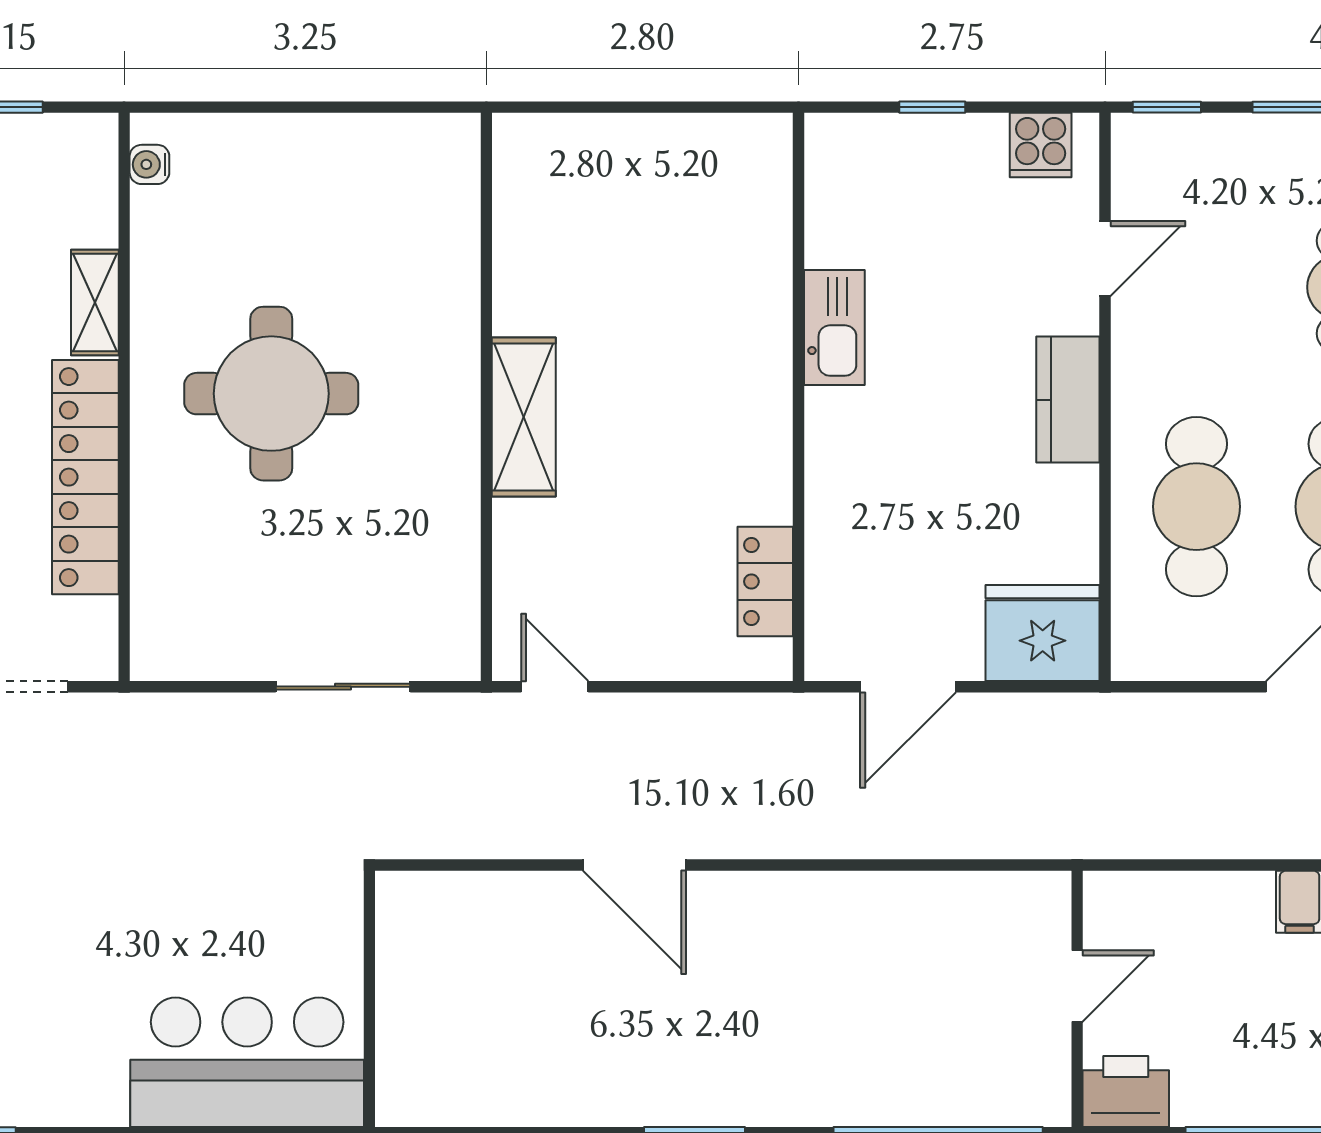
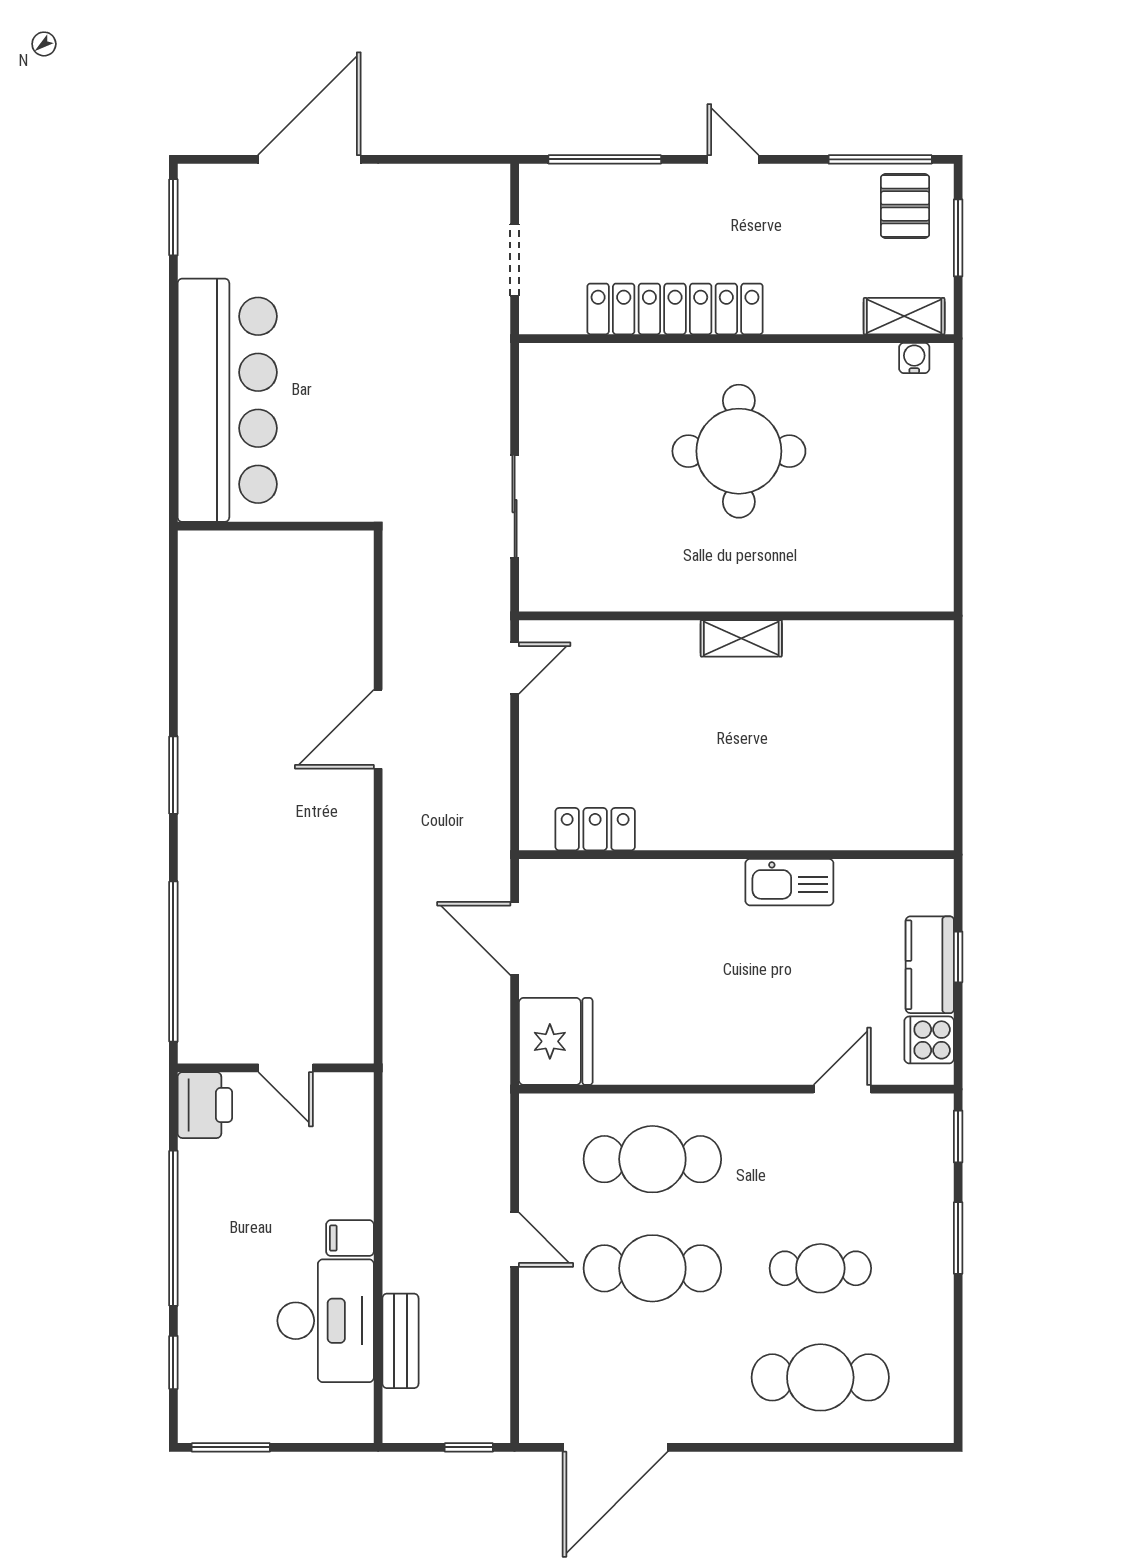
door: (1105, 258) -> (842, 1089), swing flipped
shelving: (95, 303) -> (904, 316), moved
kitchen counter: (1068, 400) -> (930, 965), moved, turned -90
shelving: (524, 417) -> (741, 638), width x0.67, depth x0.75
bar counter: (247, 1062) -> (227, 400), width x1.36

